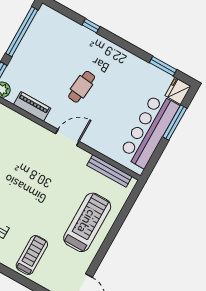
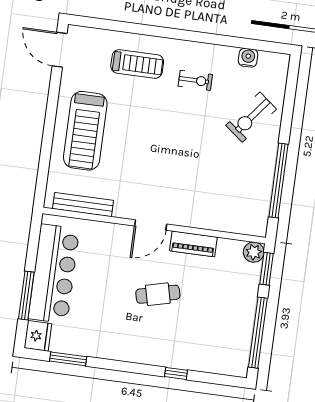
cafe table: (82, 87) -> (158, 294), turned 70
piano: (32, 106) -> (193, 244), moved
treadmill: (32, 255) -> (137, 64), turned -90

